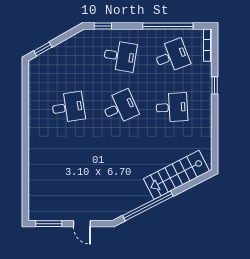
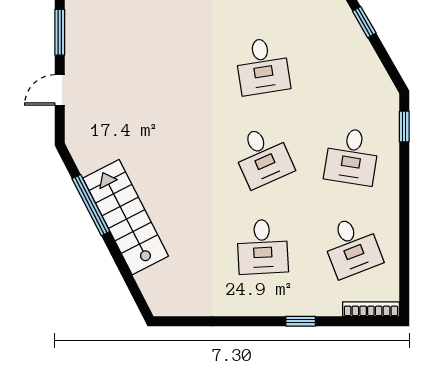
window: (168, 26) -> (404, 240), removed
stairs: (176, 175) -> (126, 217), moved
window: (148, 206) -> (91, 205), width x0.68

